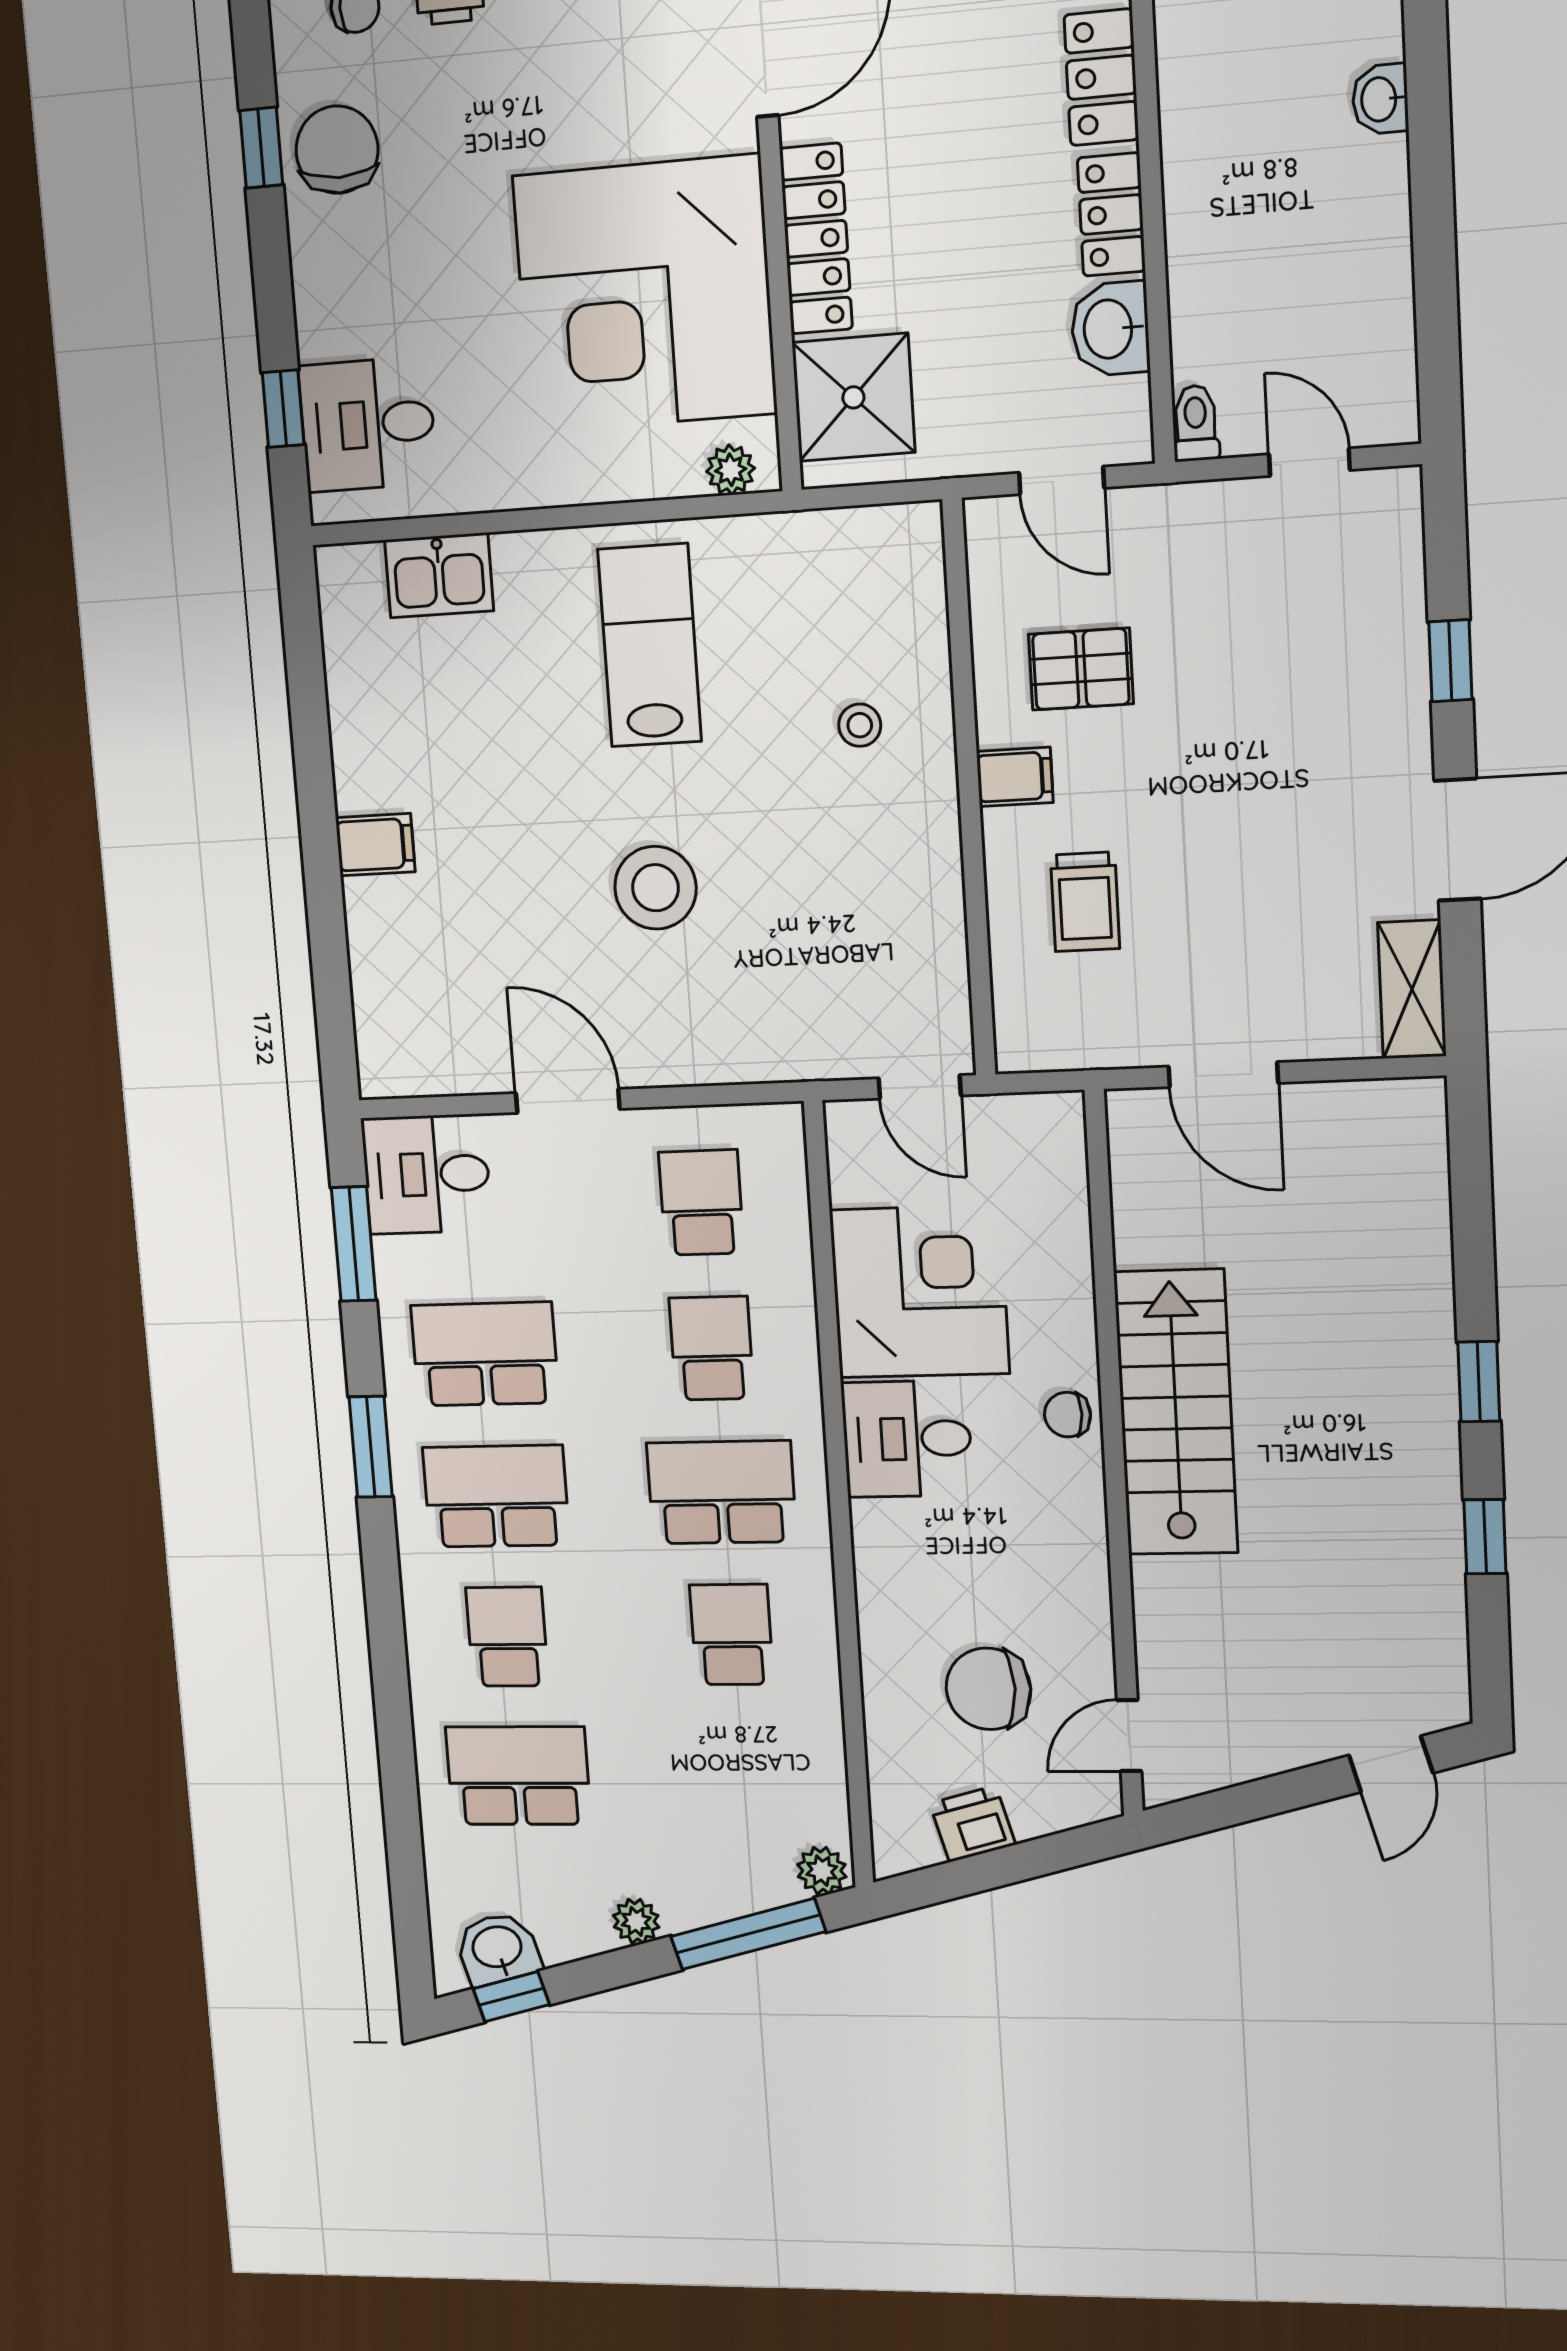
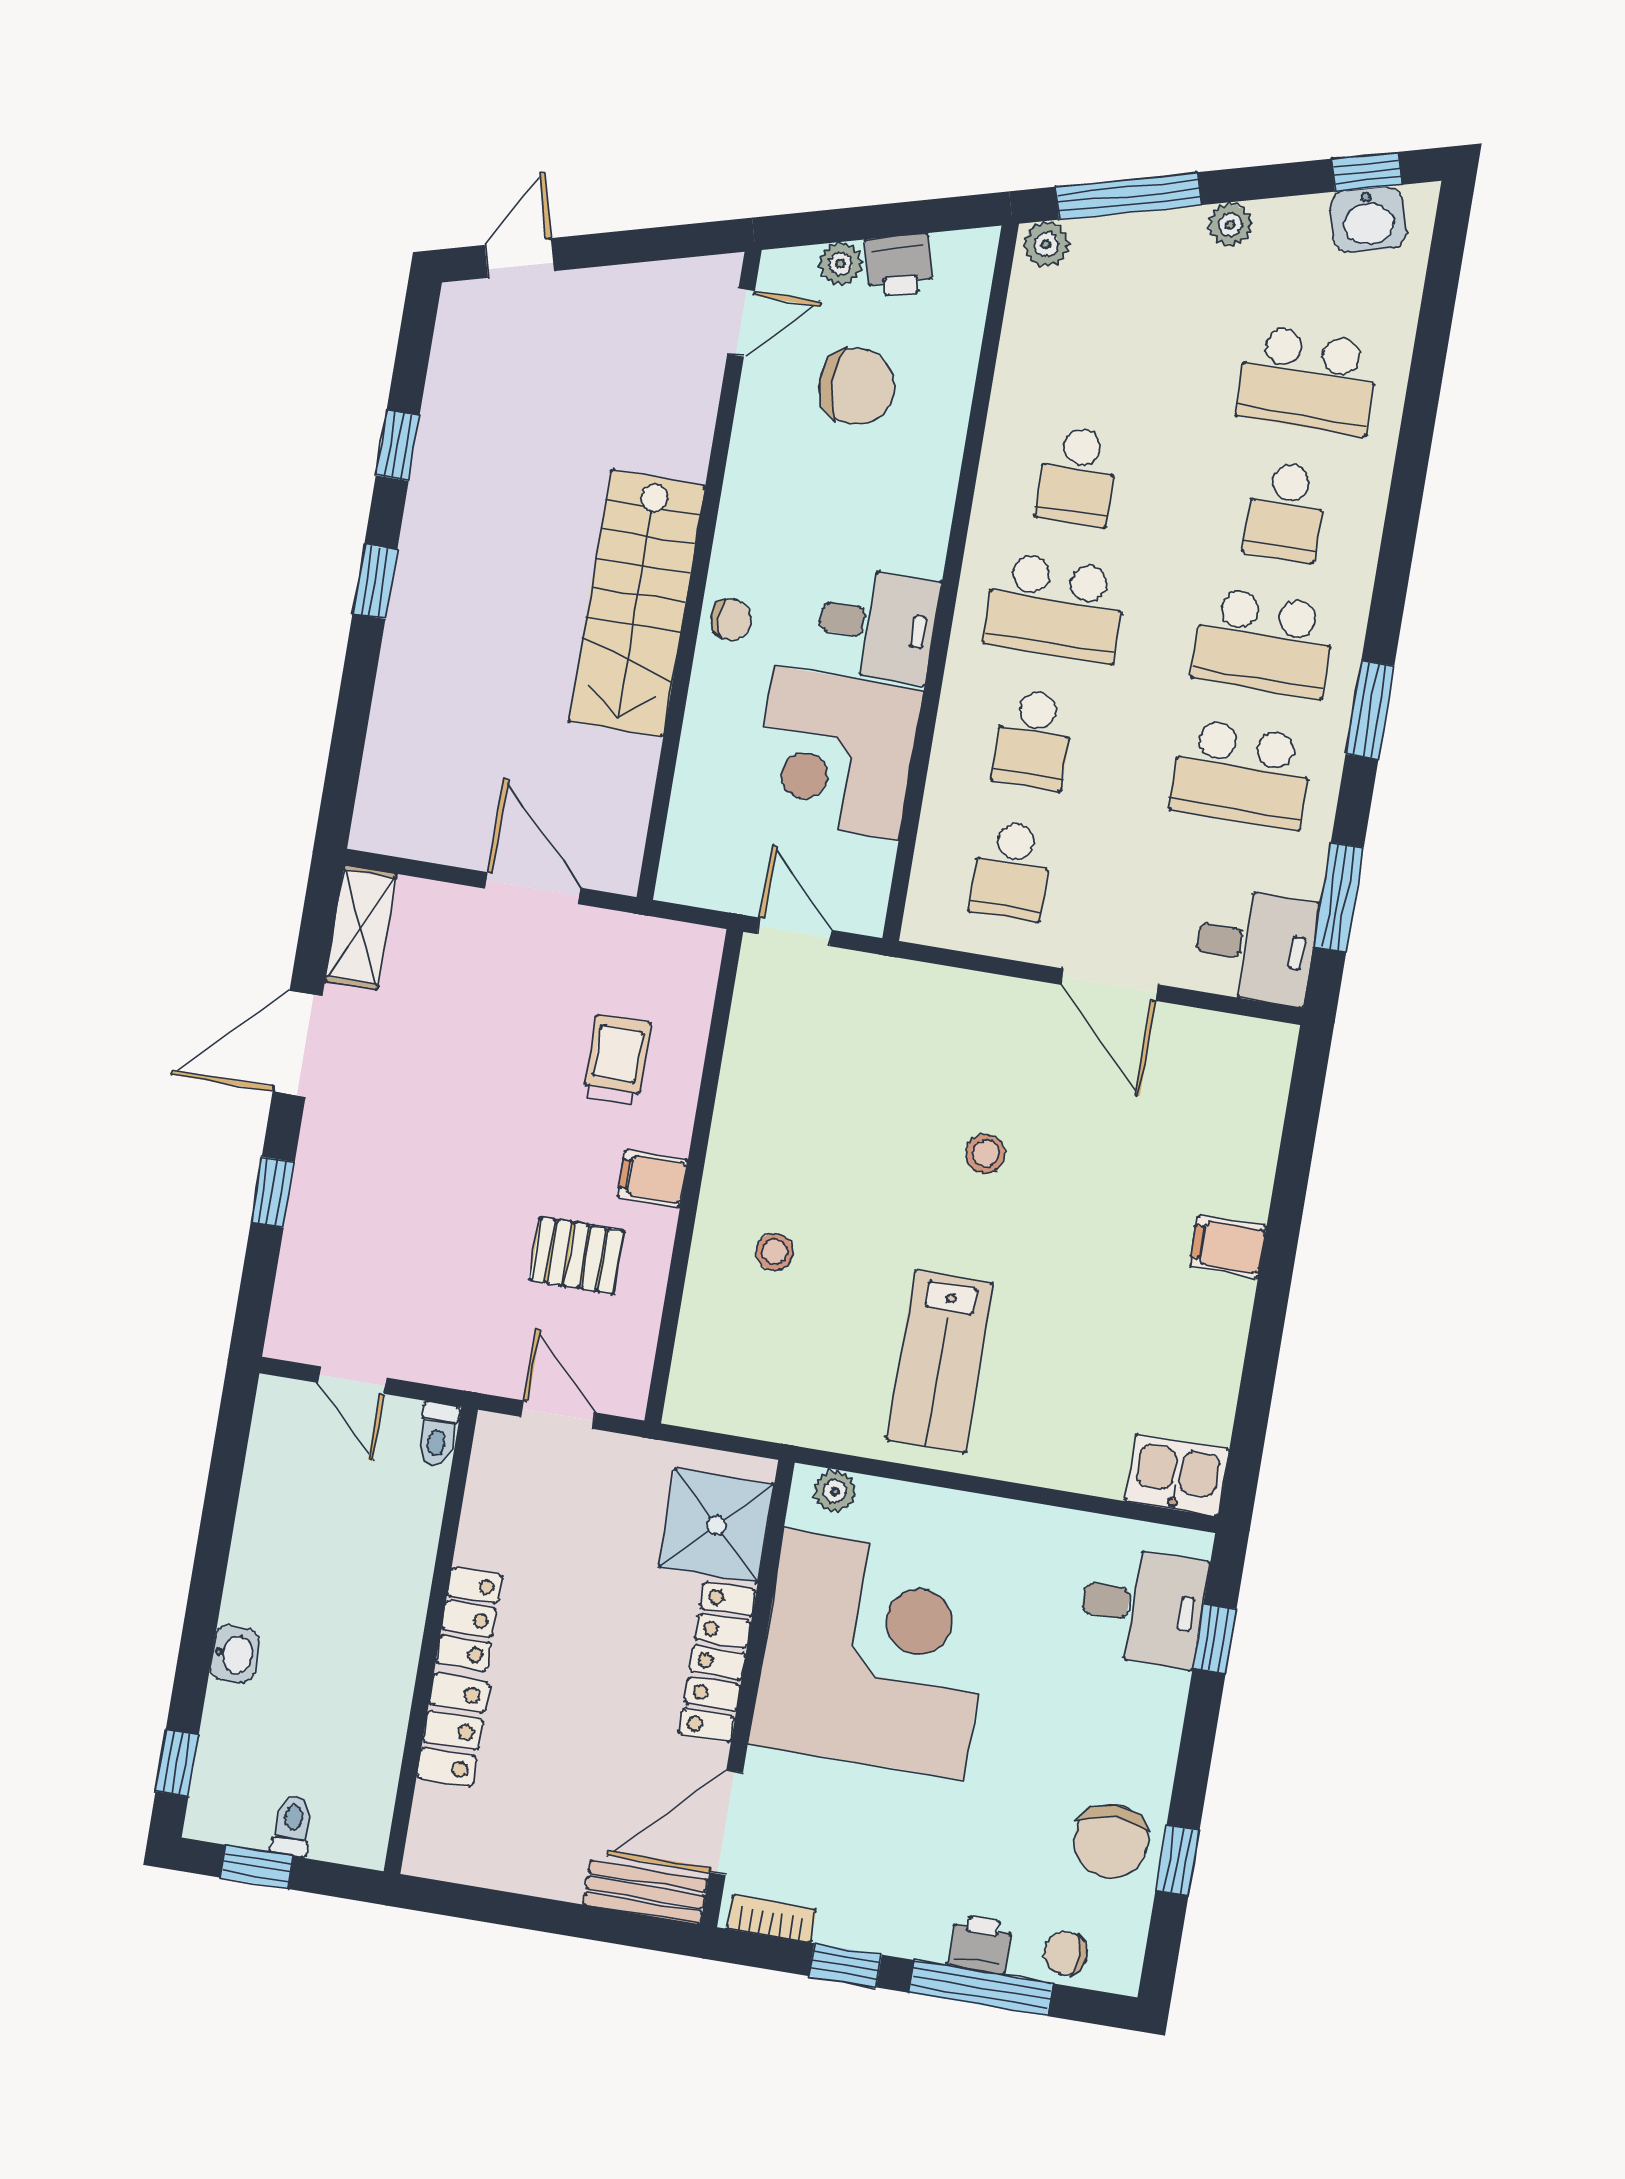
washbasin: (1110, 329) -> (490, 1528), removed
kitchen sink: (439, 575) -> (1177, 1475), moved
stool: (655, 888) -> (985, 1154), width x0.53, depth x0.53
plant: (1036, 1815) -> (841, 264), added

